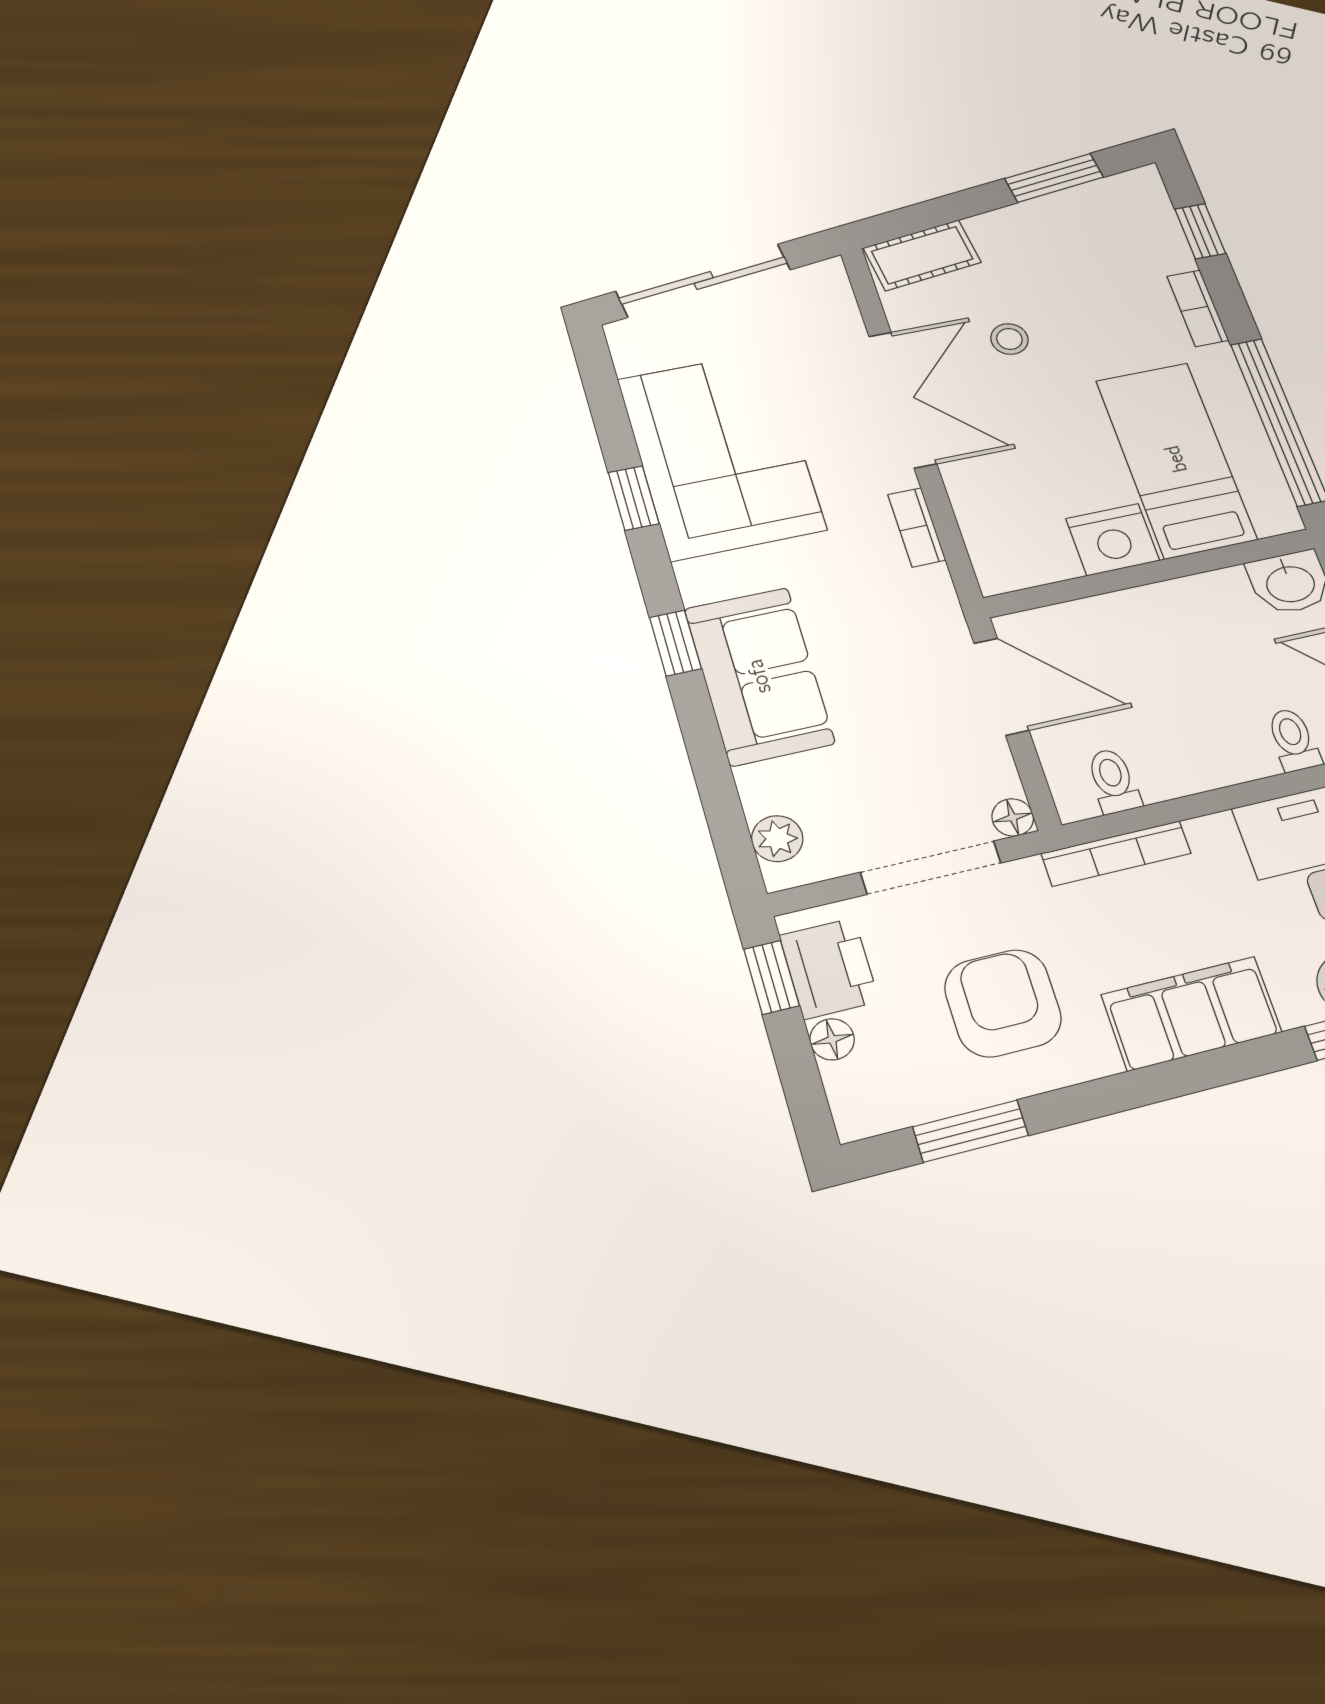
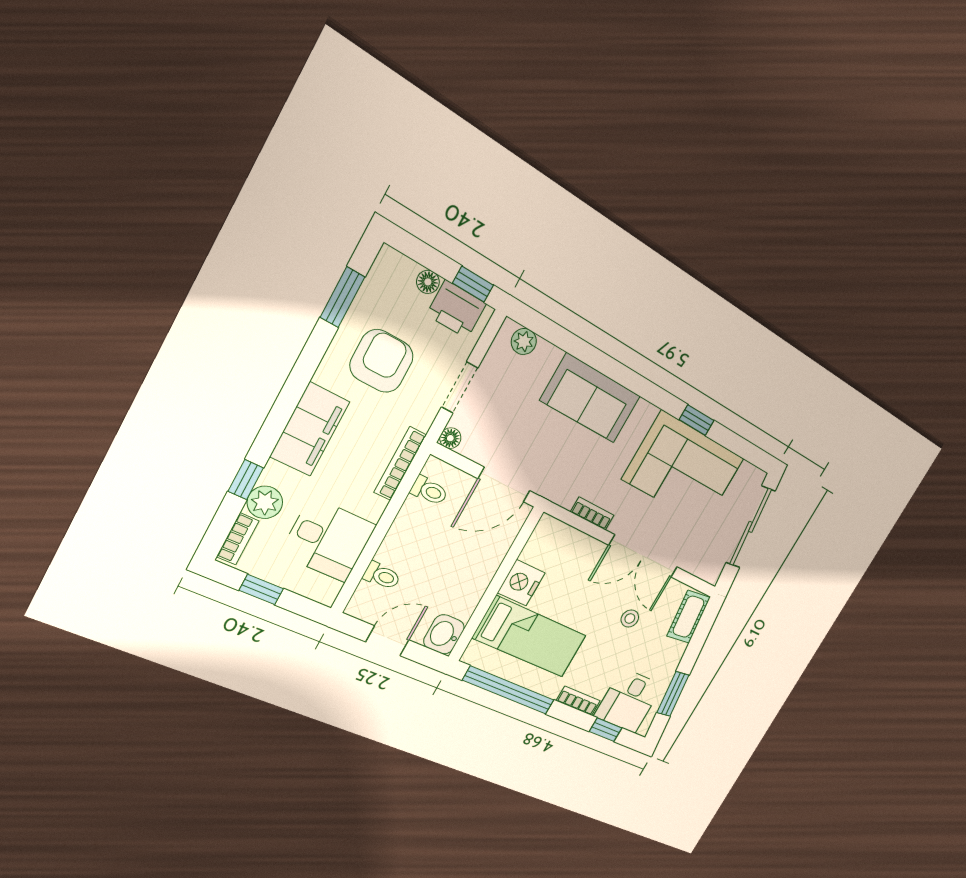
desk: (1127, 235) -> (629, 701), added
window: (675, 643) -> (631, 380), removed
doorway: (931, 868) -> (460, 388), width x0.73
armchair: (1003, 1003) -> (382, 361), turned -90

